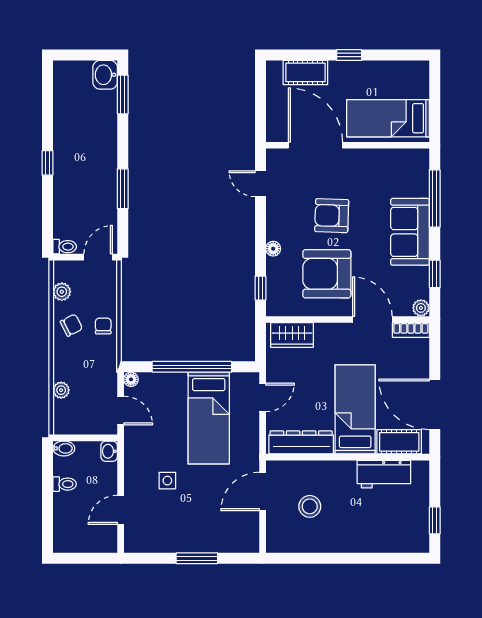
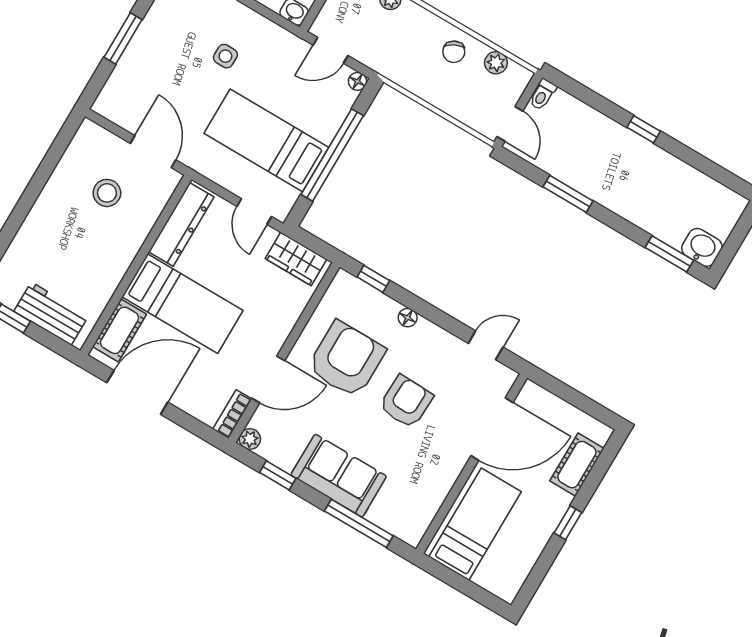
chair: (103, 326) -> (433, 85), removed
wardrobe: (292, 335) -> (296, 259), moved, turned -90
workbench: (384, 474) -> (51, 314), moved, turned 90

